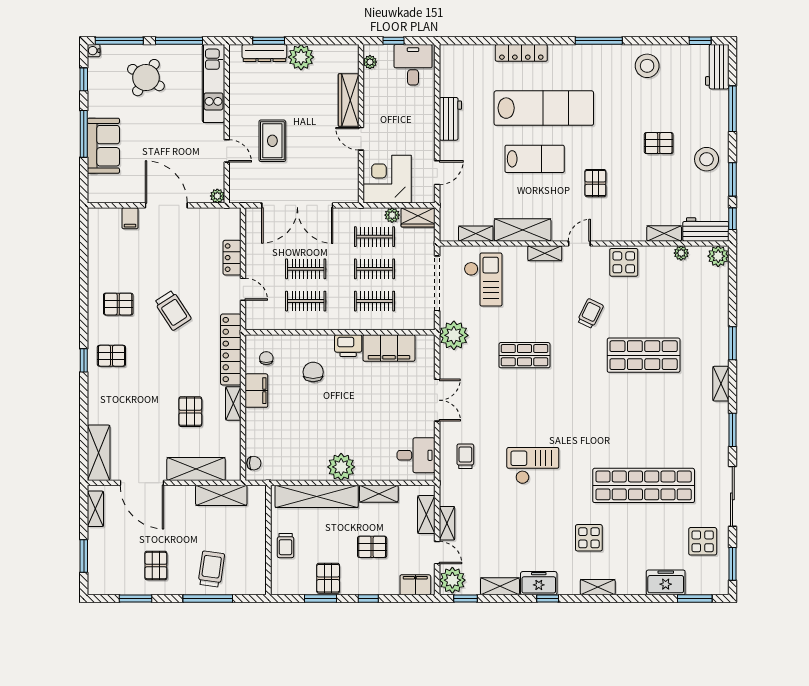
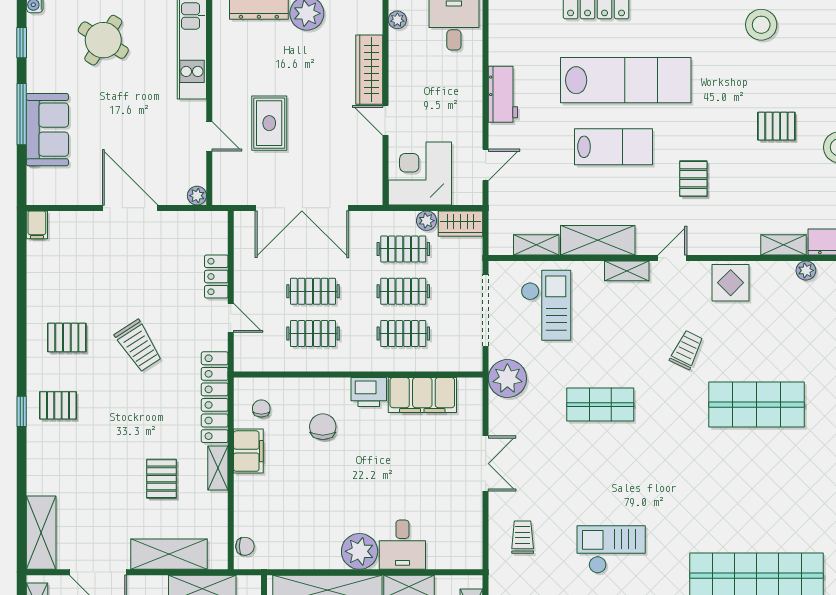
filing cabinet: (130, 218) -> (37, 225), moved
desk: (416, 455) -> (402, 545), moved, turned 90

